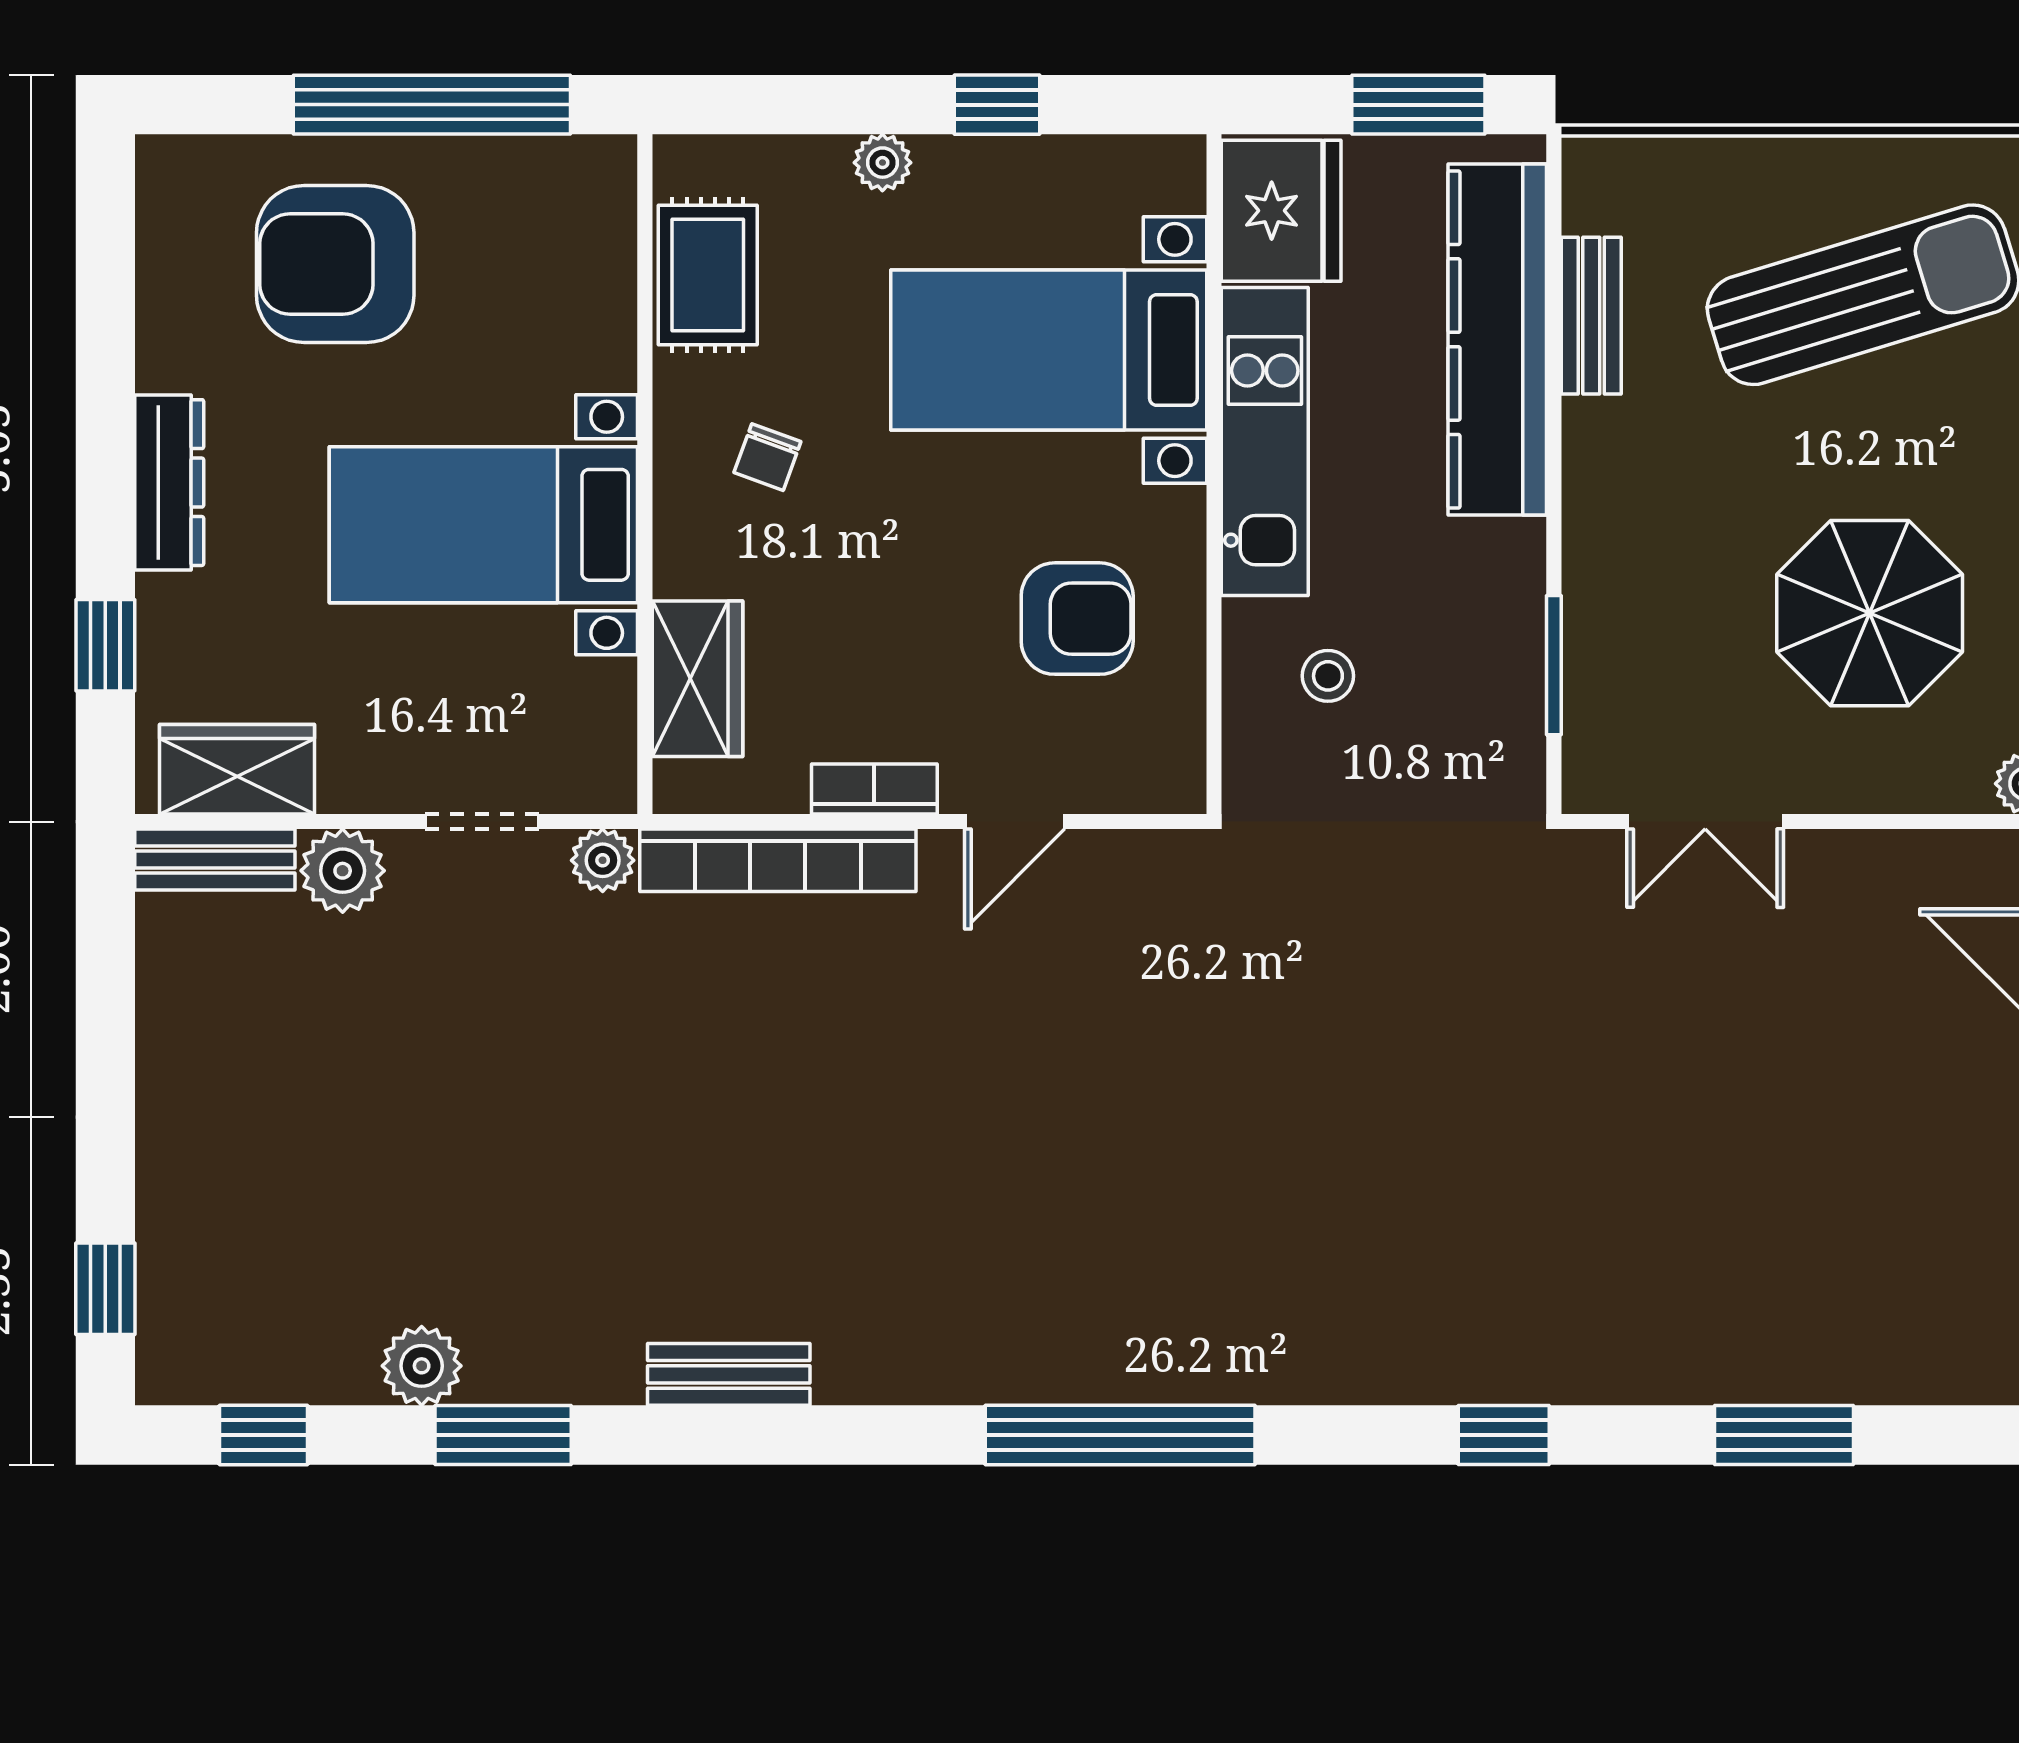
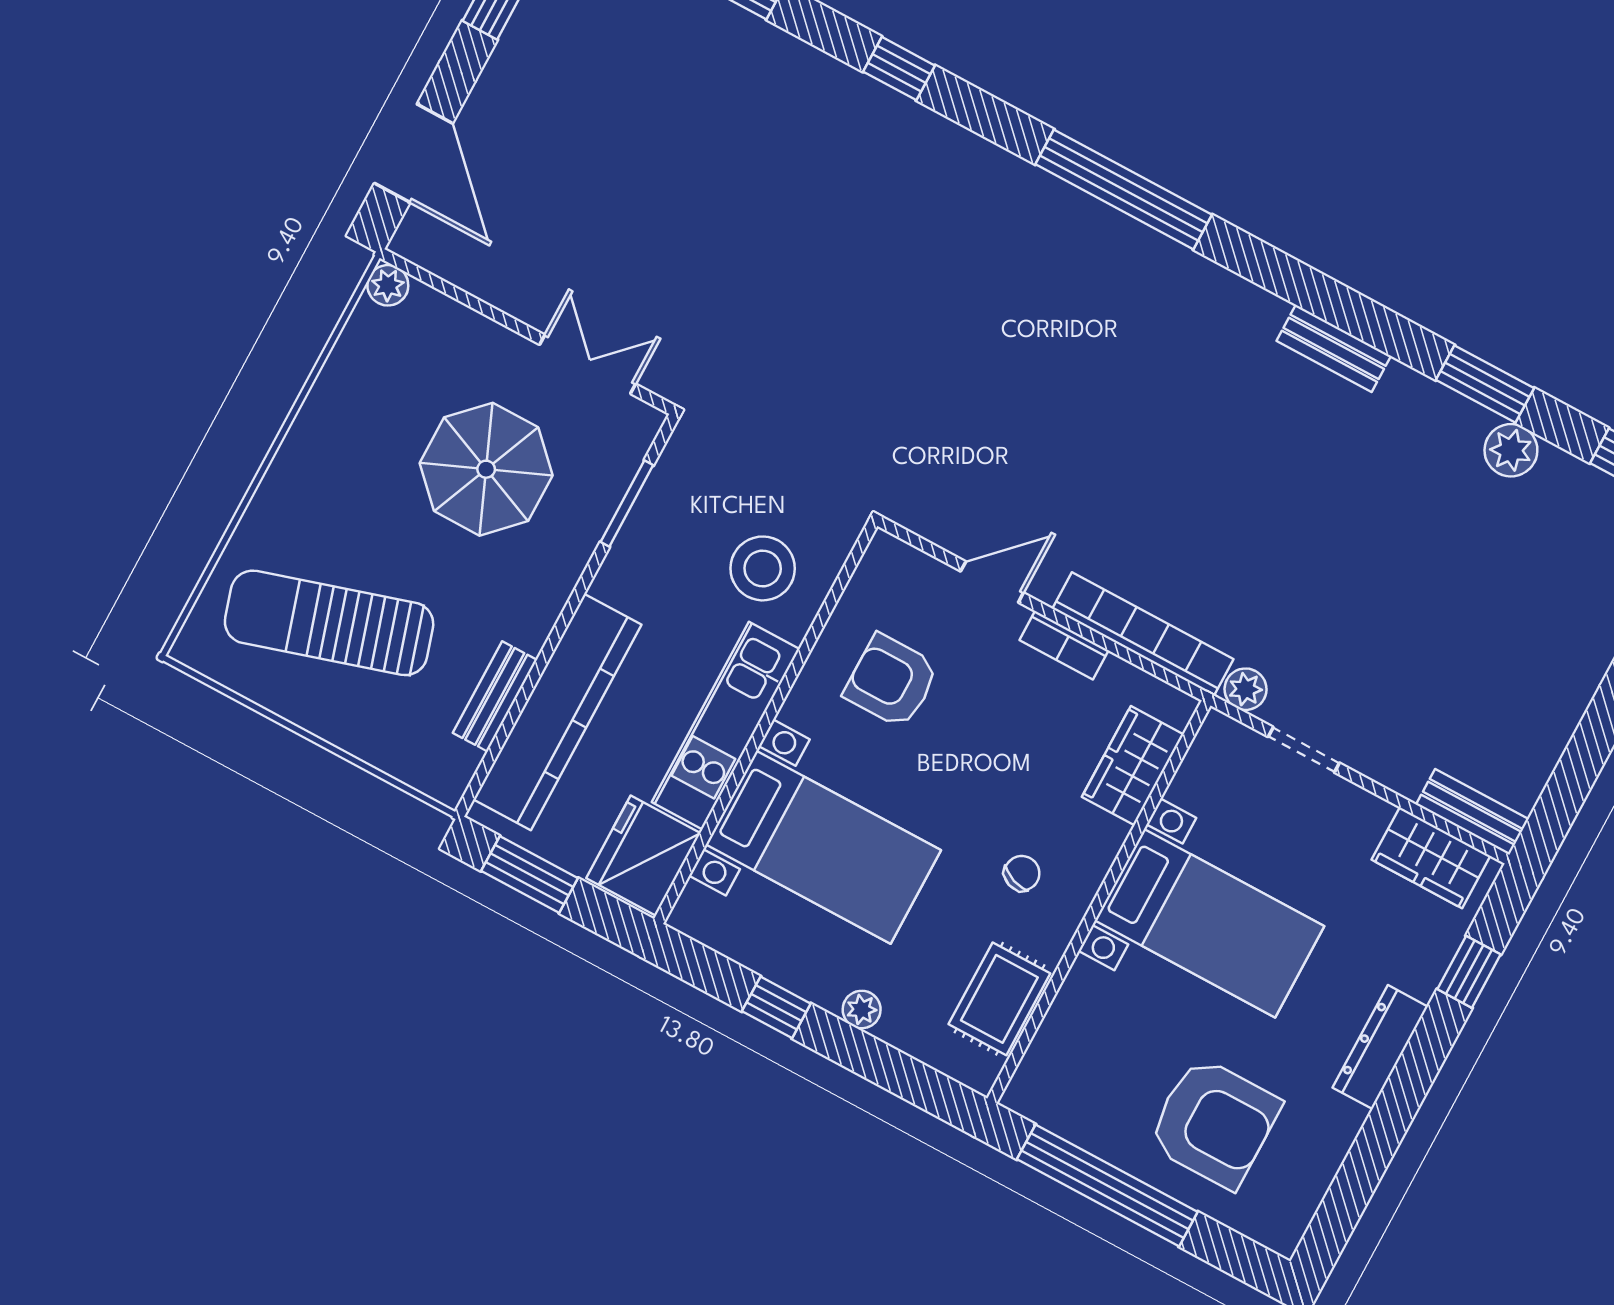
parasol: (1870, 613) -> (486, 469), moved
stool: (1328, 676) -> (763, 568), width x1.89, depth x1.89
plant: (343, 871) -> (1401, 765), removed

